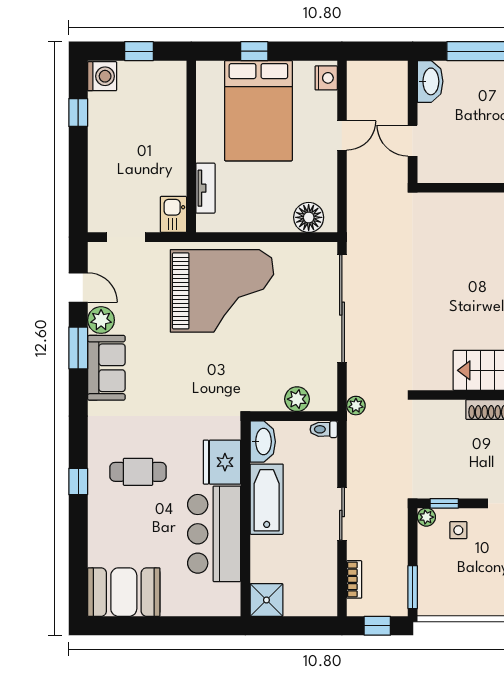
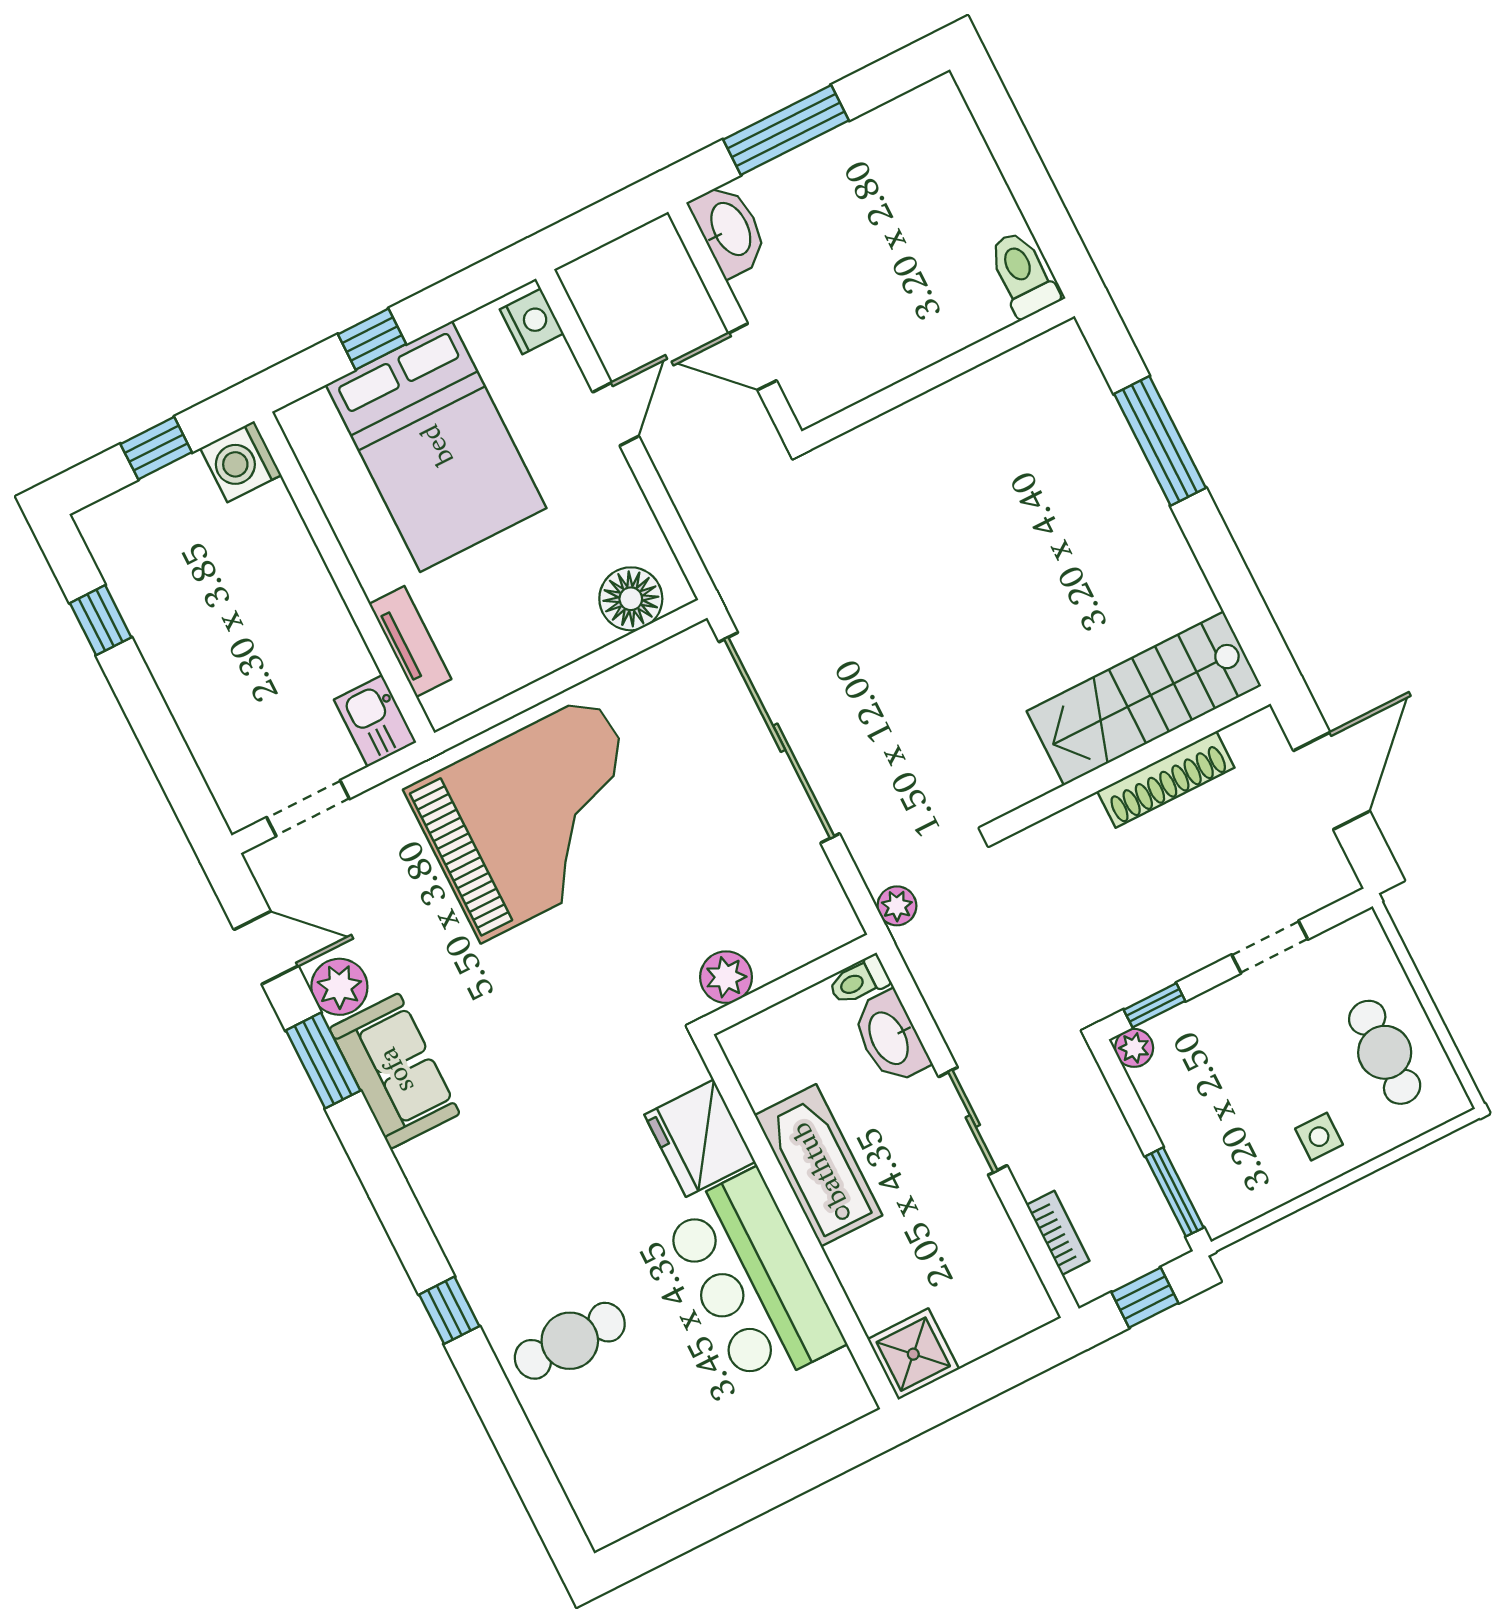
washing machine: (102, 76) -> (241, 462), moved, turned 180
plant: (297, 399) -> (726, 977), moved
washbasin: (263, 442) -> (890, 1038), moved, turned 180
cafe table: (138, 472) -> (570, 1341), moved
side table: (458, 530) -> (1319, 1137), moved
booth: (124, 592) -> (639, 1474), removed

